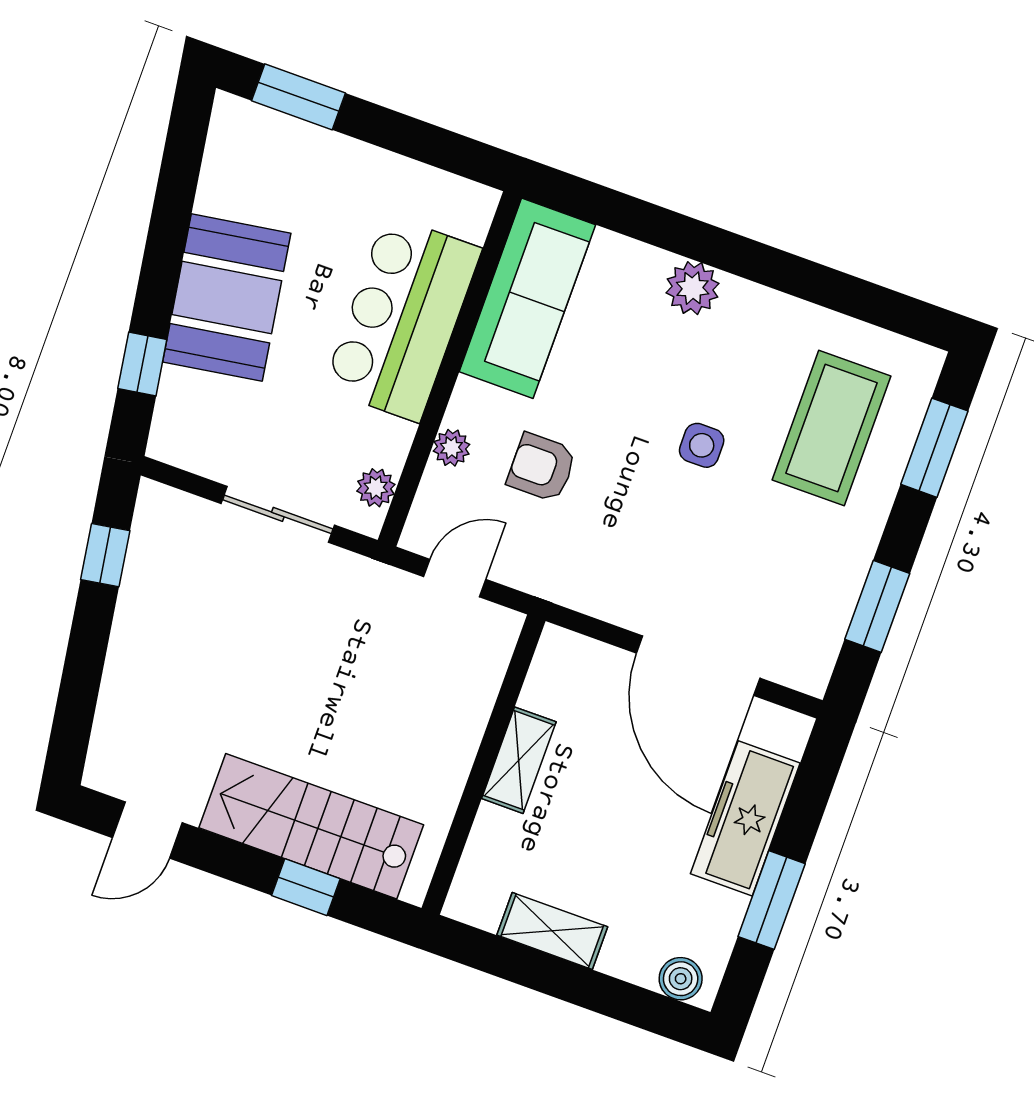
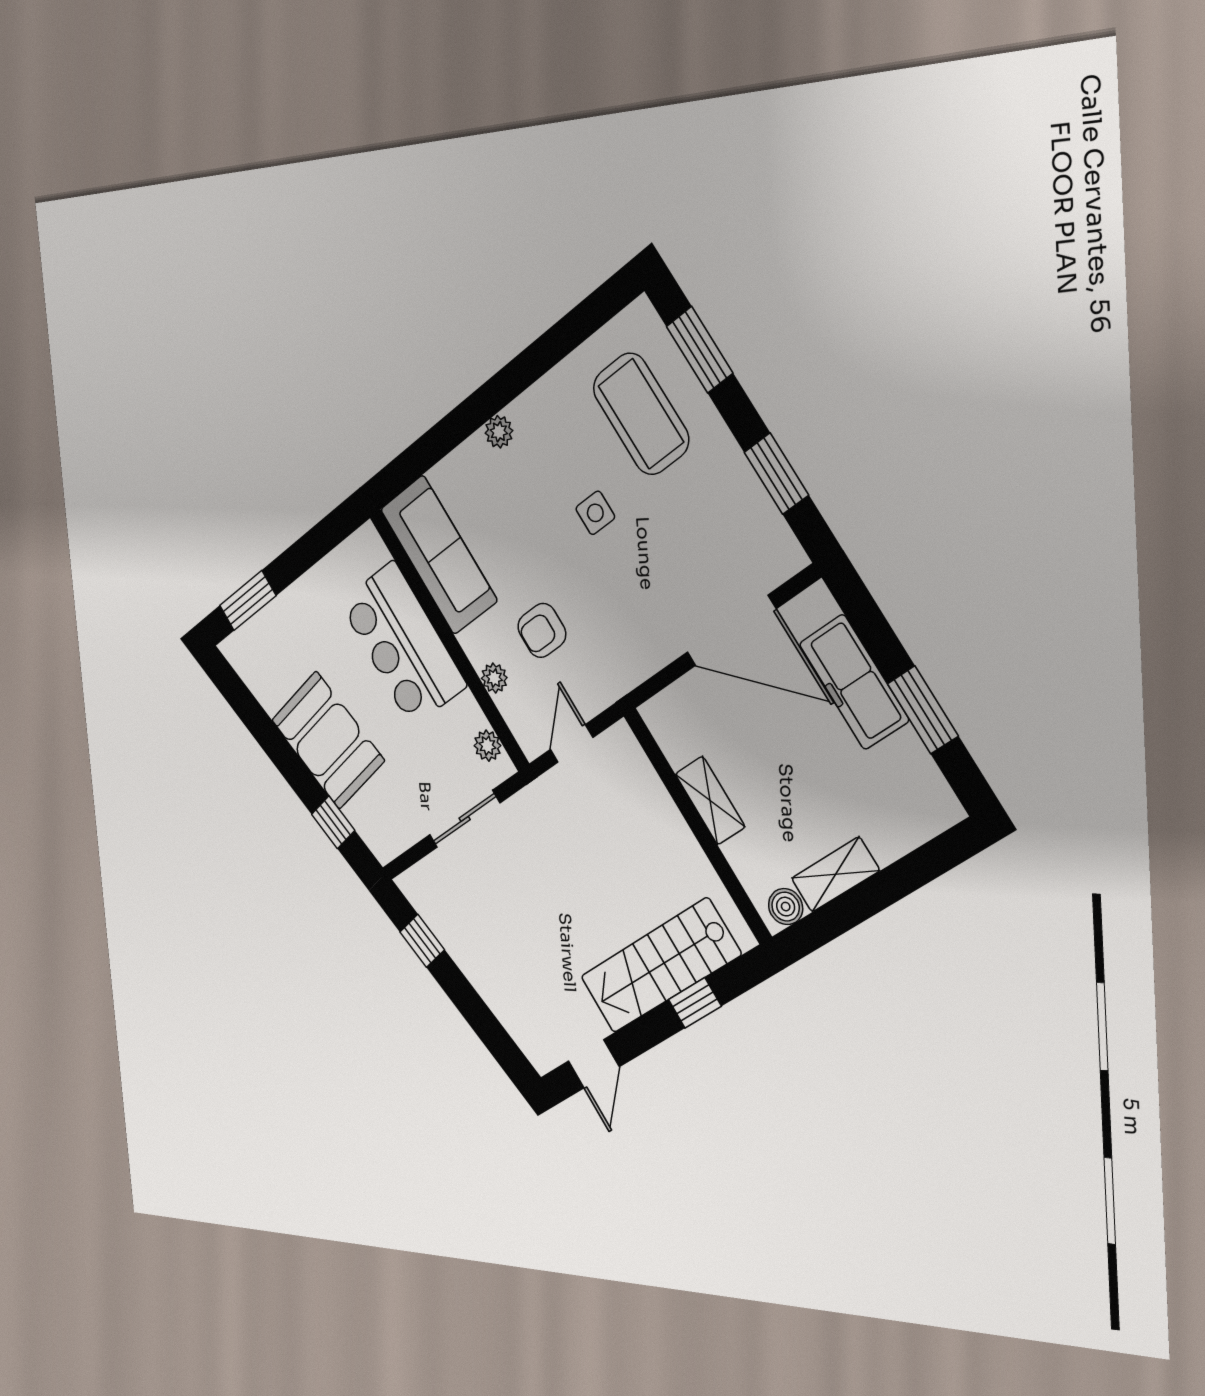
plant: (693, 288) -> (499, 432), width x0.73, depth x0.73
boiler: (681, 979) -> (786, 907), moved

